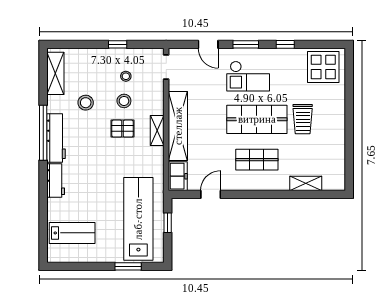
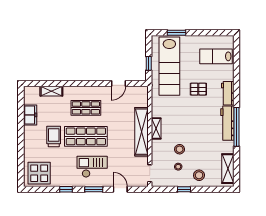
stool: (86, 103) -> (199, 175), moved
pallet: (123, 129) -> (198, 89), moved
freezer: (178, 176) -> (30, 115), moved, turned 180

